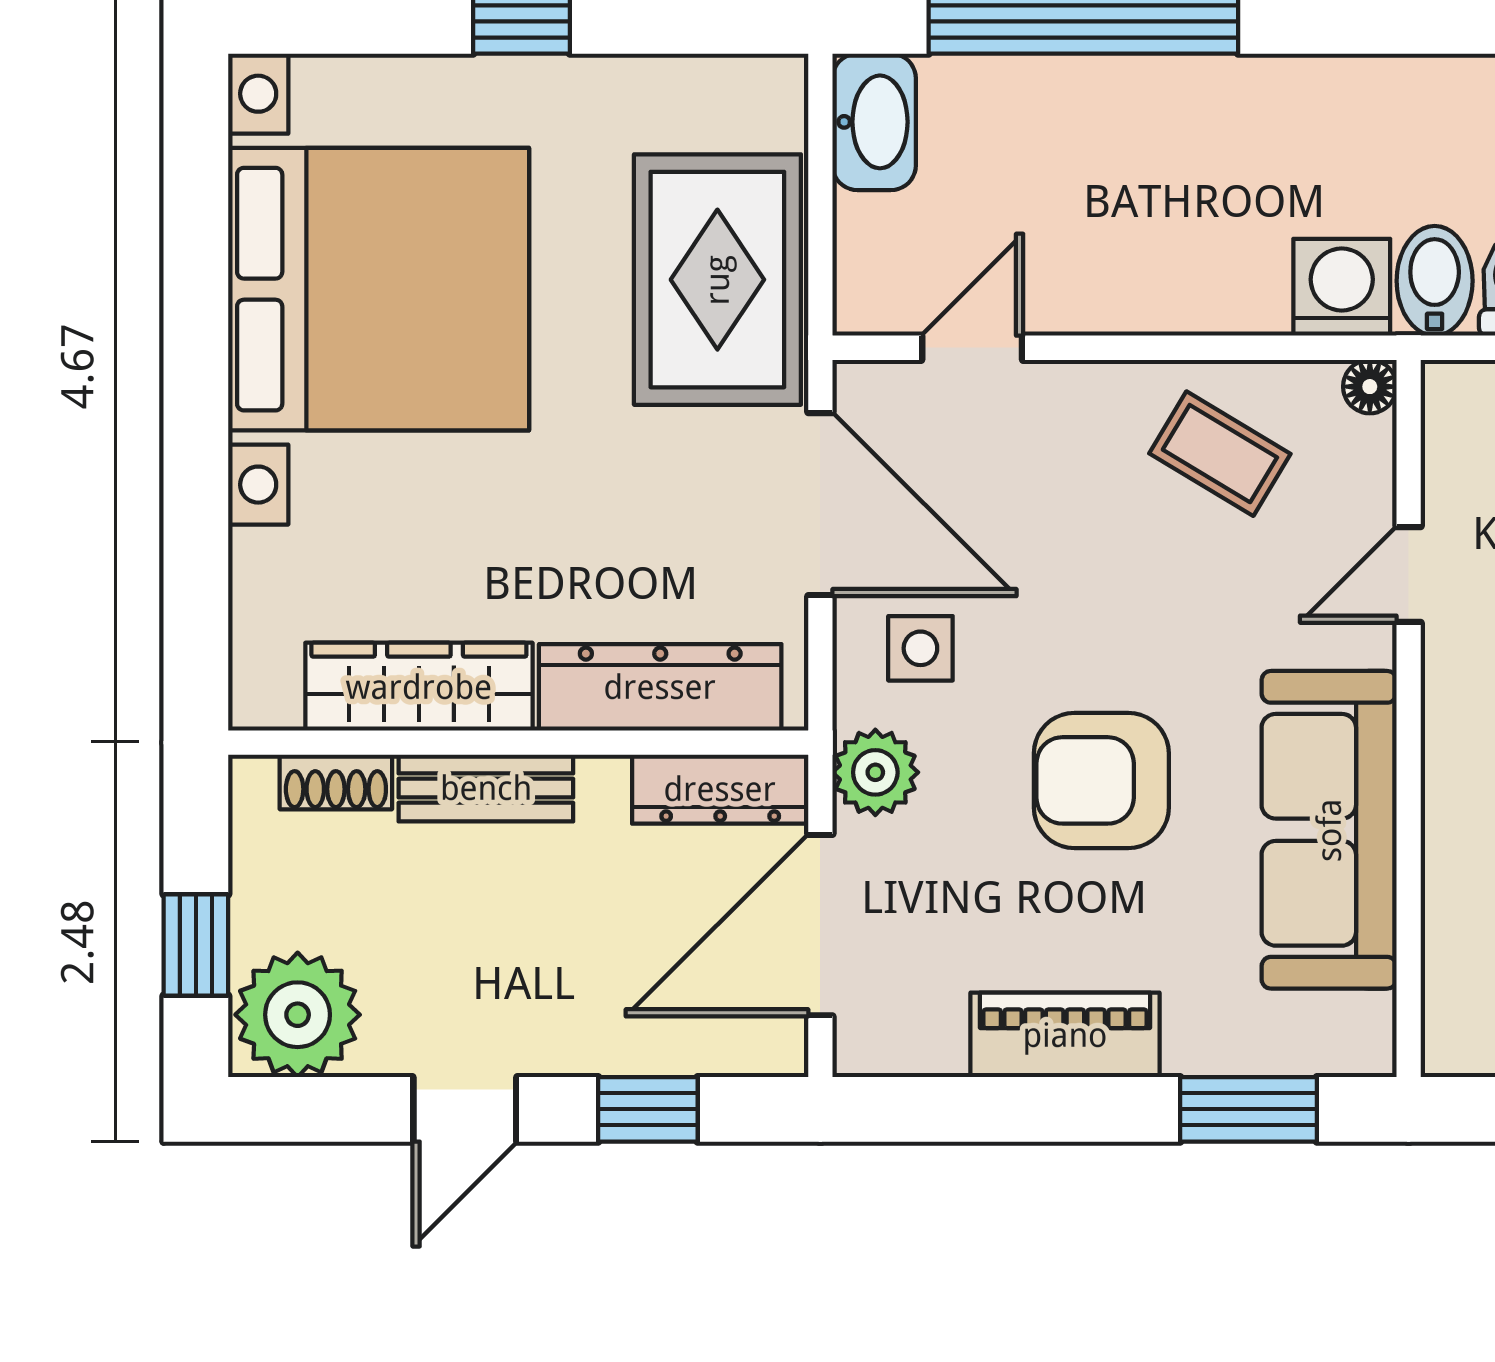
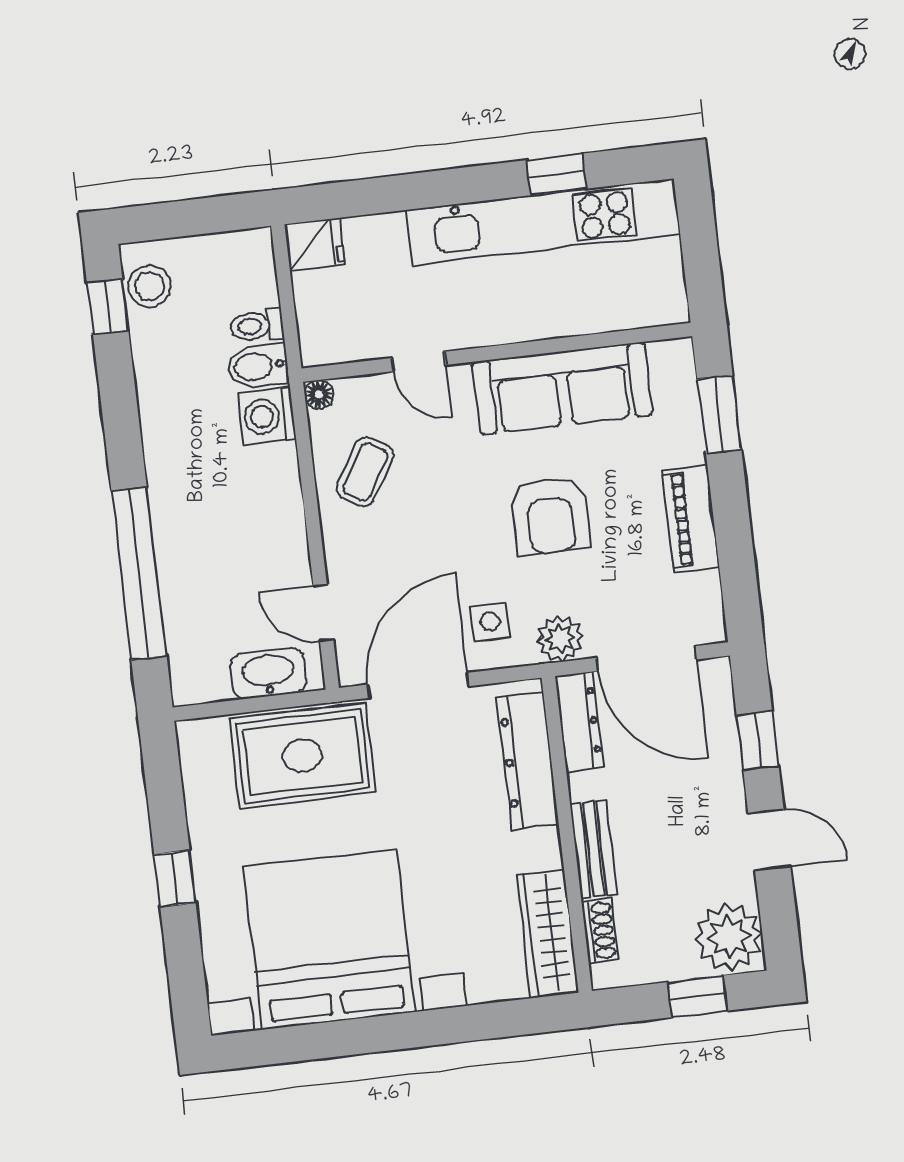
washbasin: (874, 122) -> (268, 673), moved
wardrobe: (419, 687) -> (548, 934), moved

